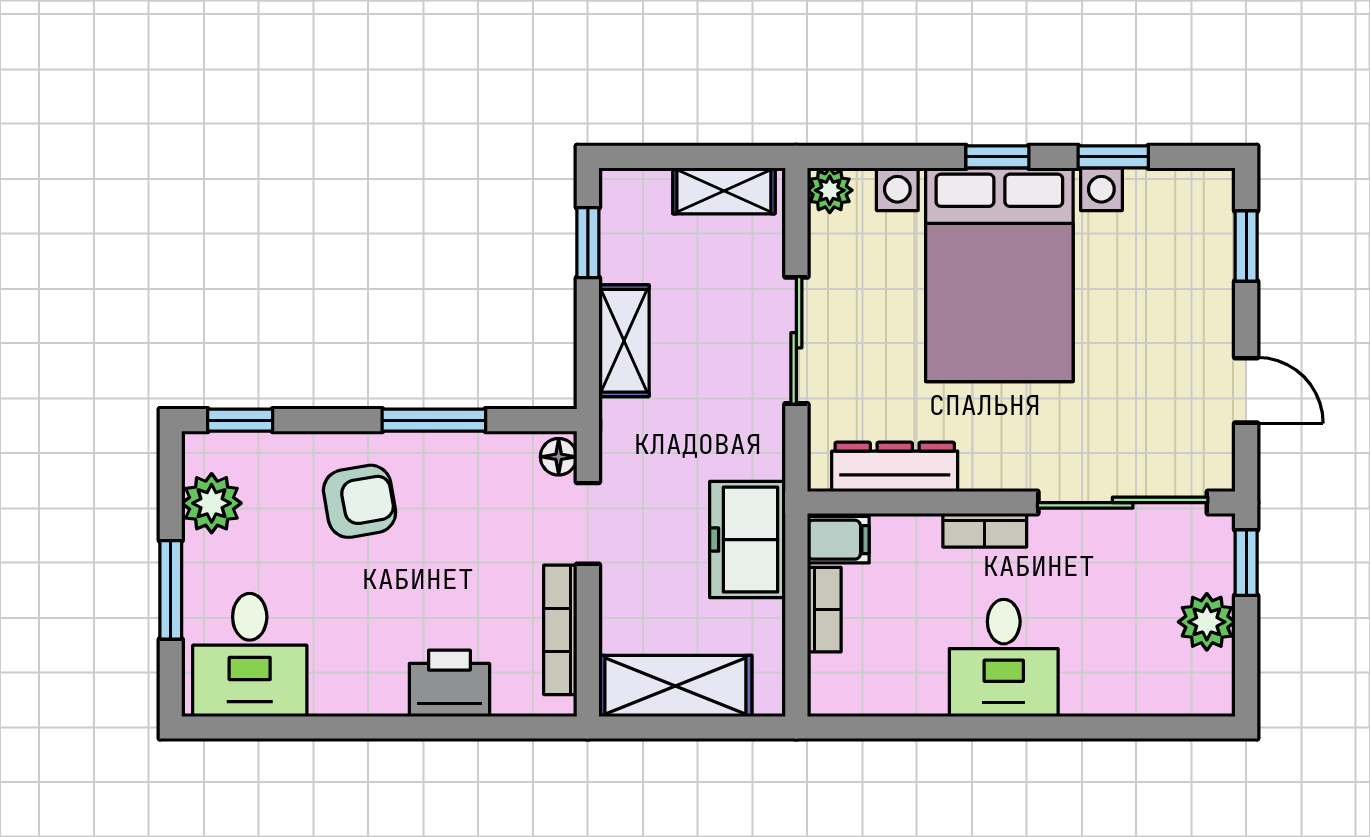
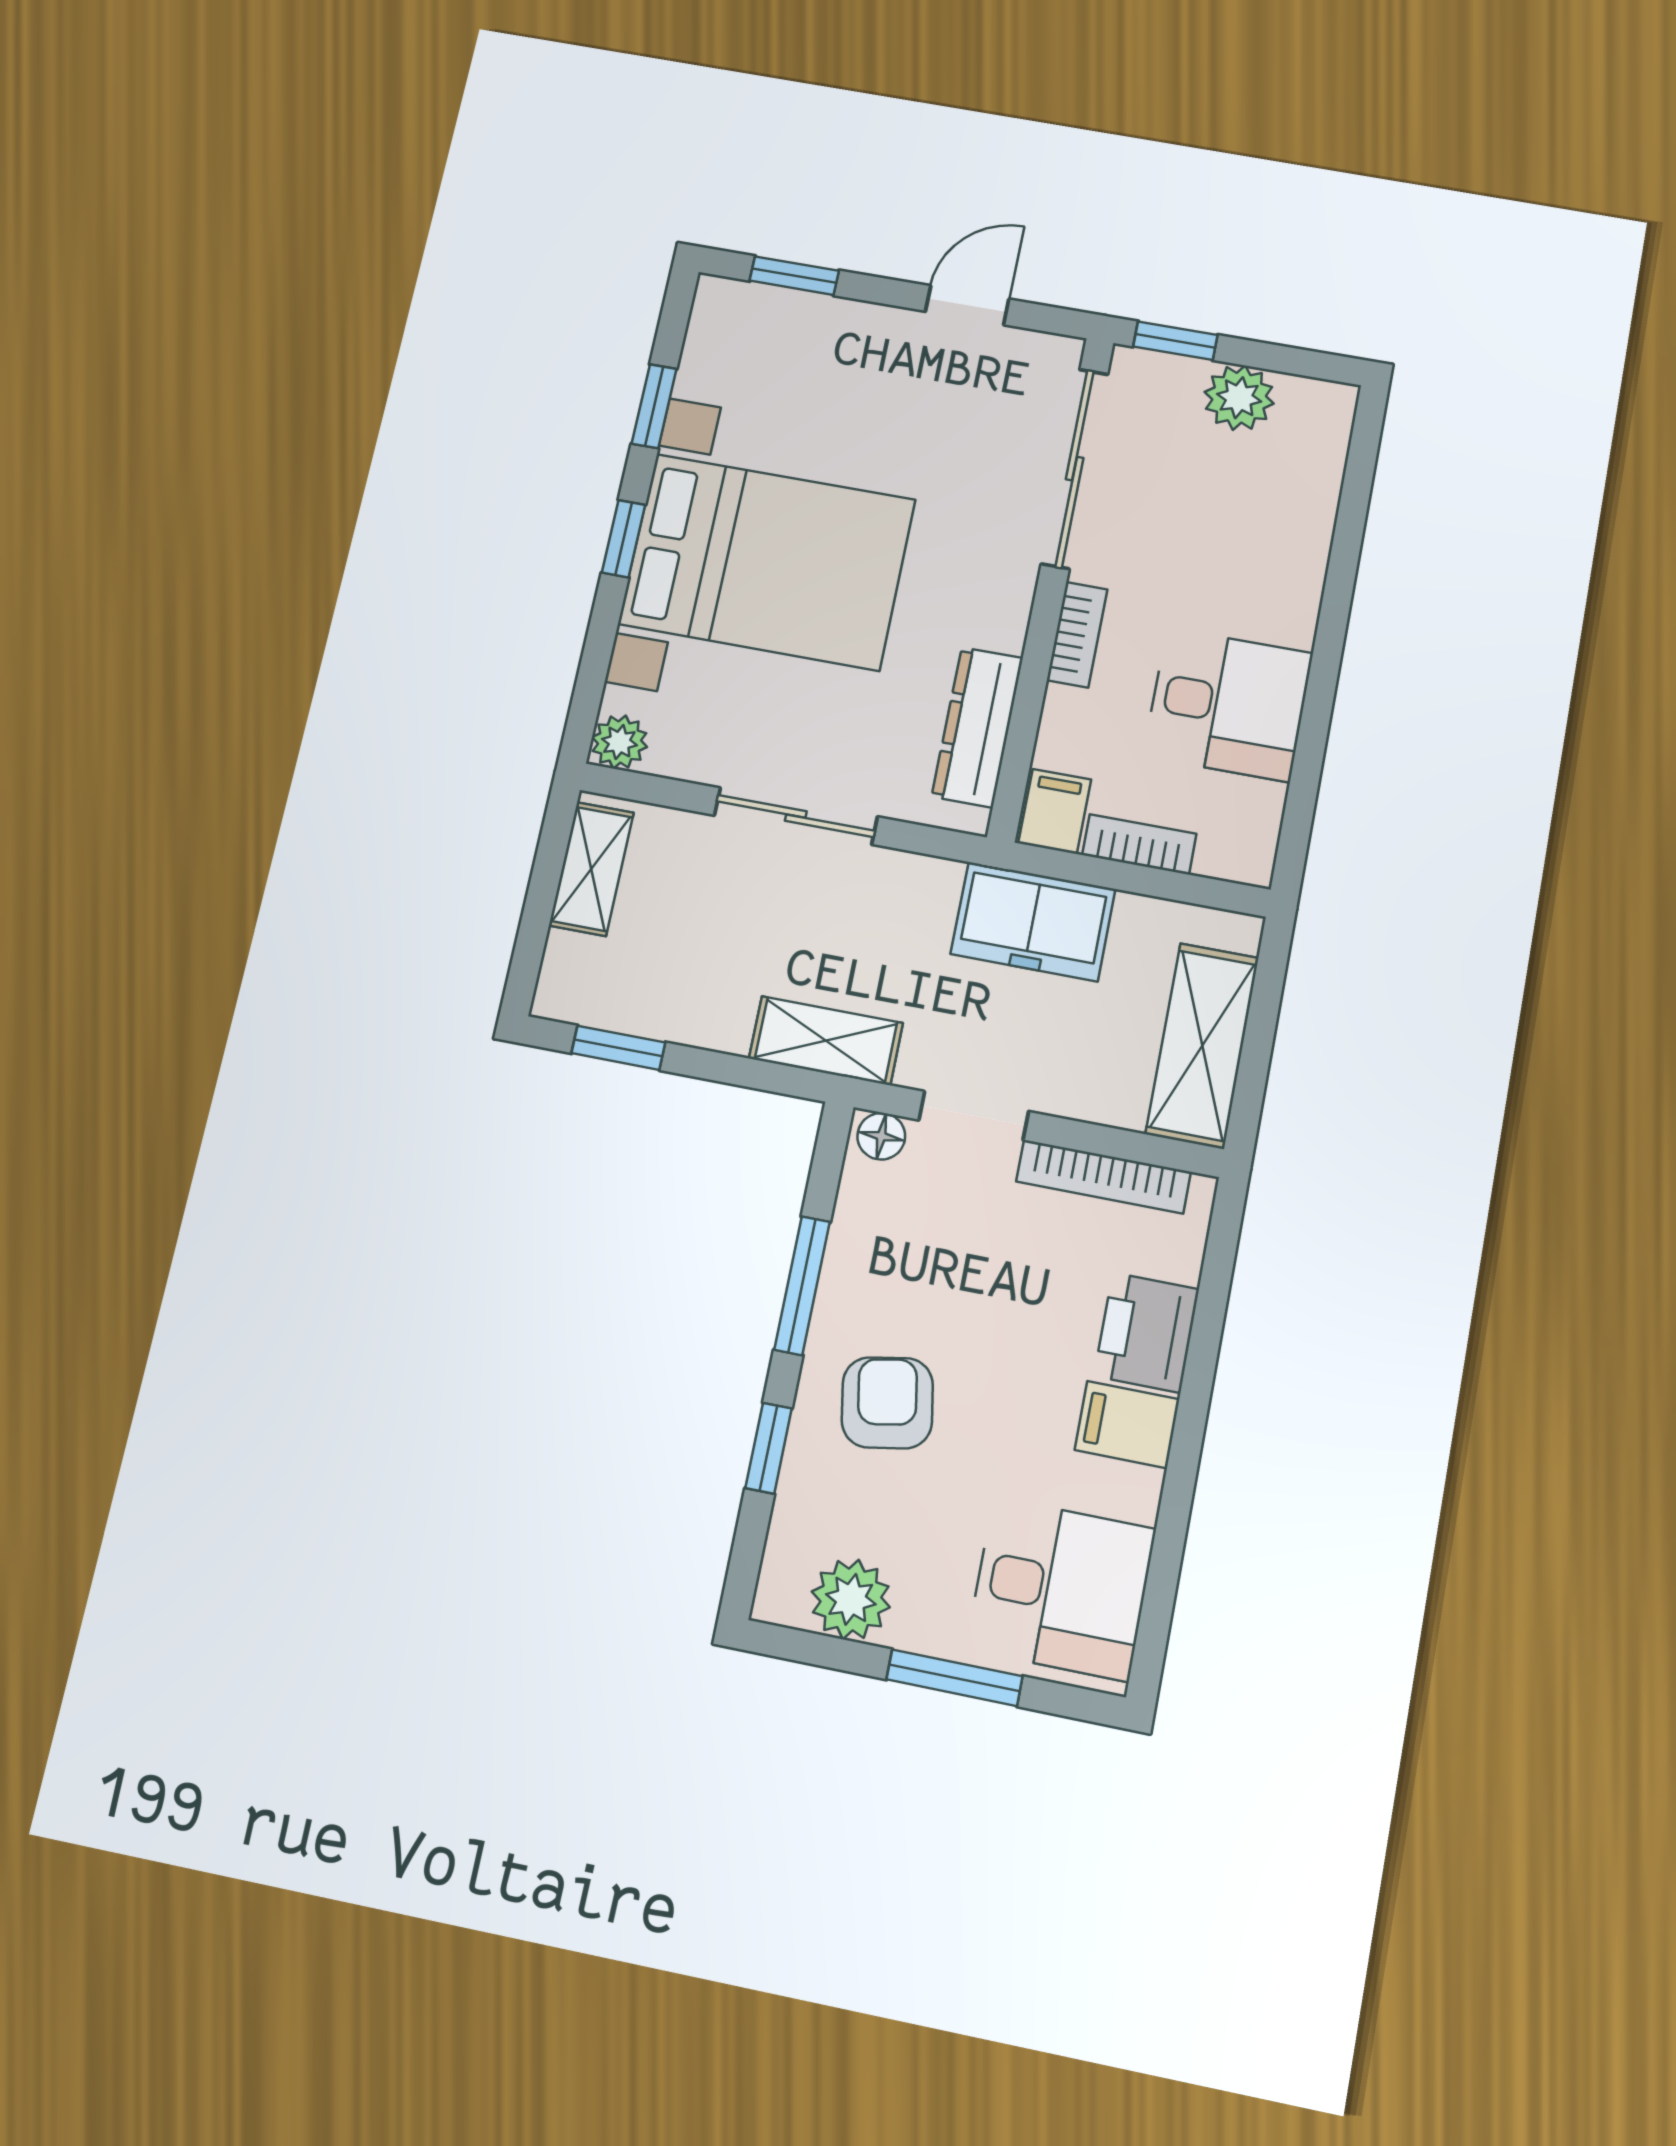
shelving: (624, 341) -> (826, 1041), moved
window: (240, 420) -> (769, 1448), moved
desk: (1004, 658) -> (1228, 704), moved
filing cabinet: (379, 681) -> (1127, 1425), added

